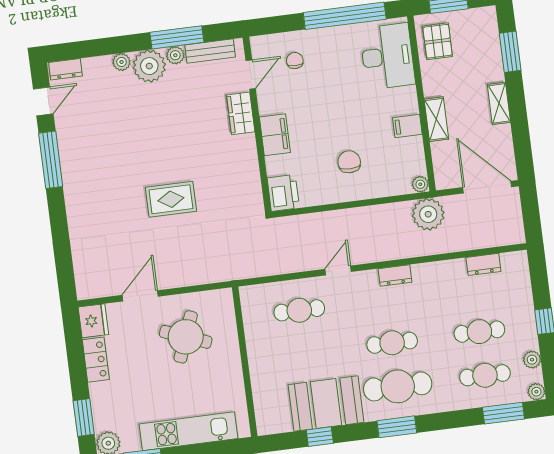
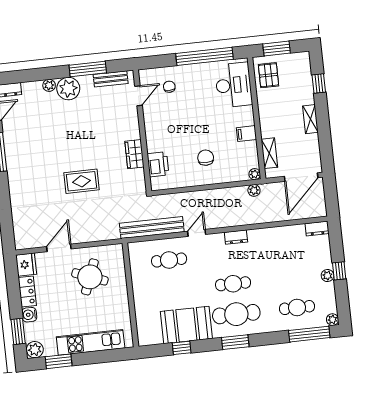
window: (510, 52) -> (319, 83), width x0.67
plant: (175, 55) -> (86, 81), removed
wardrobe: (241, 113) -> (134, 154), moved
shelving: (436, 119) -> (269, 153), moved
filing cabinet: (275, 135) -> (154, 138), removed
door: (487, 187) -> (301, 177), swing flipped
printer: (283, 193) -> (158, 164), moved
plant: (428, 214) -> (254, 190), width x0.53, depth x0.53
bench: (273, 264) -> (152, 228), added
dresser: (483, 264) -> (317, 228), moved
cafe table: (479, 332) -> (294, 277), removed
plant: (532, 360) -> (327, 276), moved
water cooler: (99, 393) -> (29, 315), added
window: (503, 413) -> (309, 334), width x1.44

